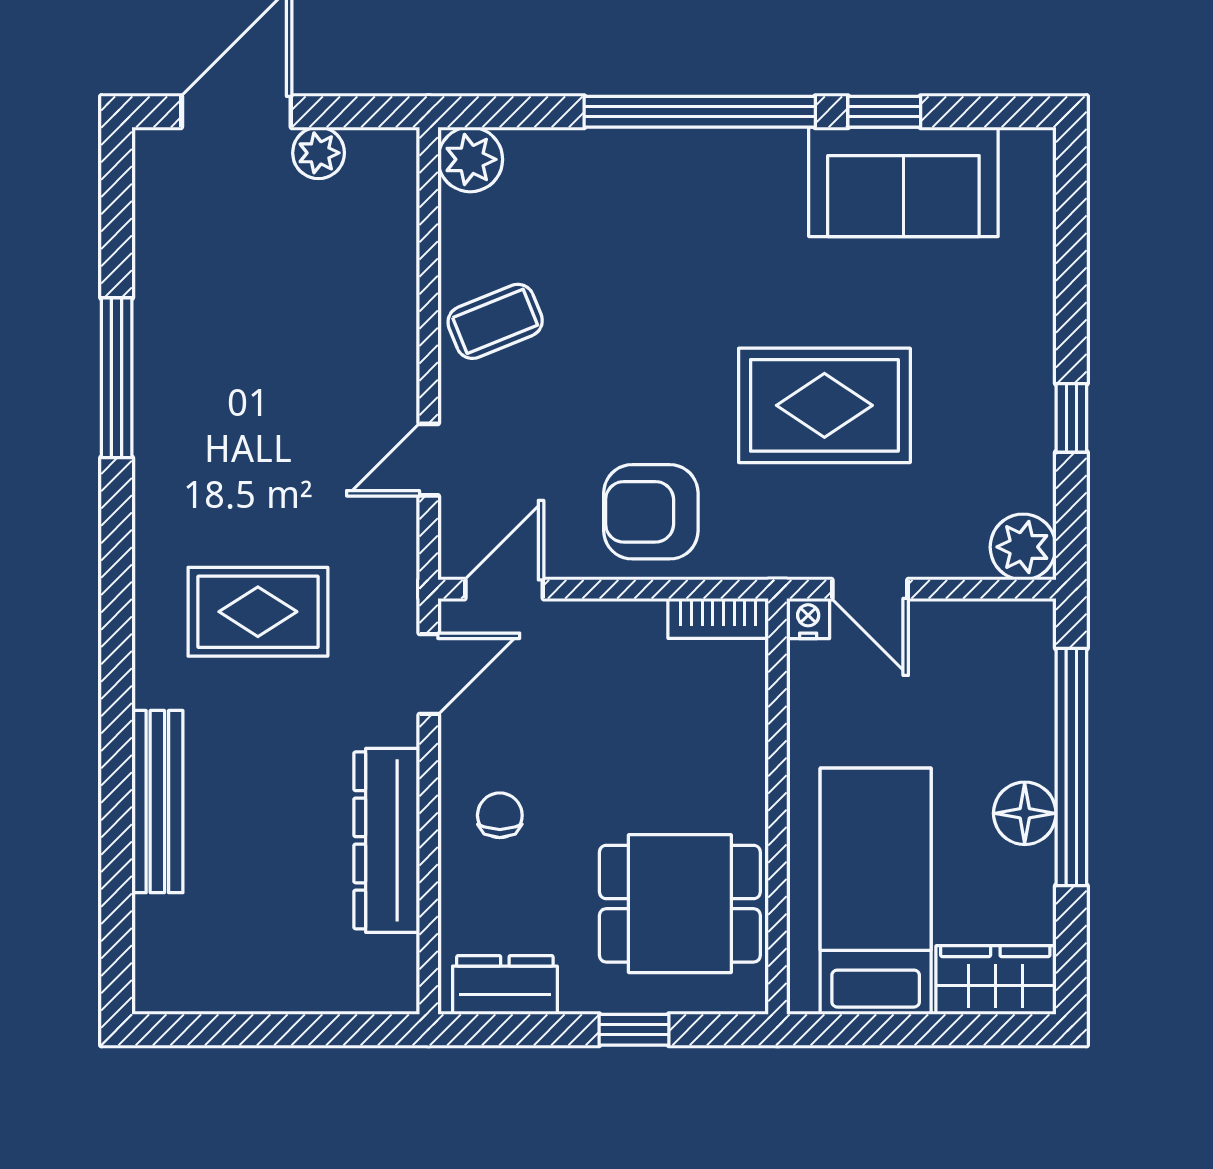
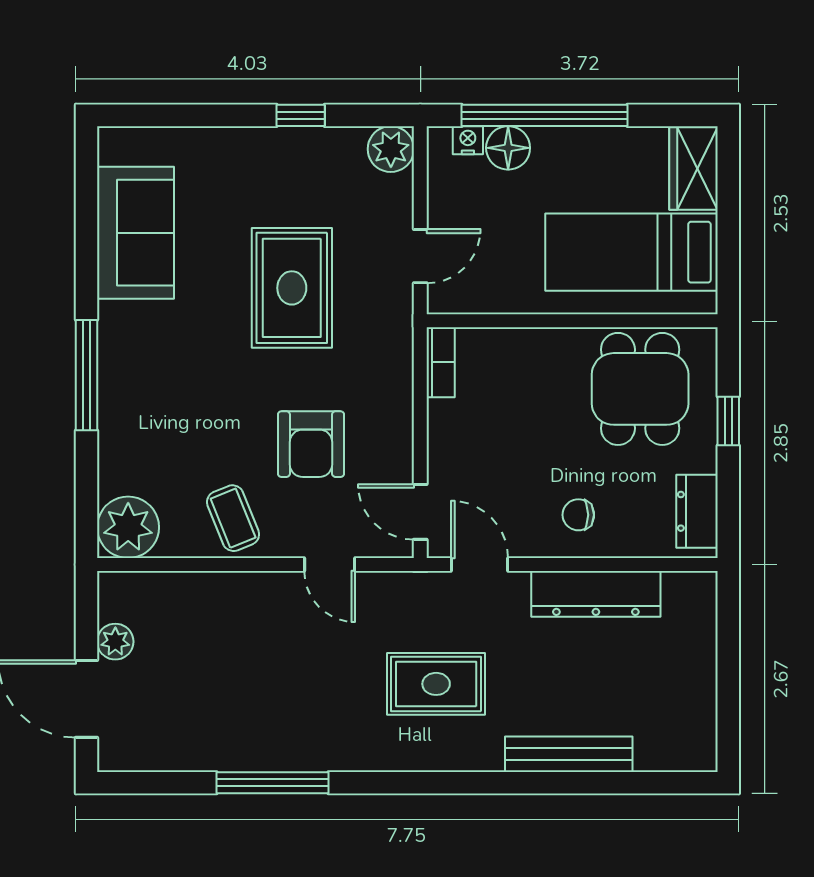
window: (700, 112) -> (87, 375), width x0.68
window: (884, 112) -> (87, 246), removed
plant: (470, 159) -> (128, 527), width x1.36, depth x1.36
armchair: (651, 512) -> (311, 444), moved
rug: (258, 612) -> (436, 684), turned 90
nightstand: (808, 618) -> (468, 140), moved, turned 90
floor lamp: (1025, 813) -> (508, 148), moved

